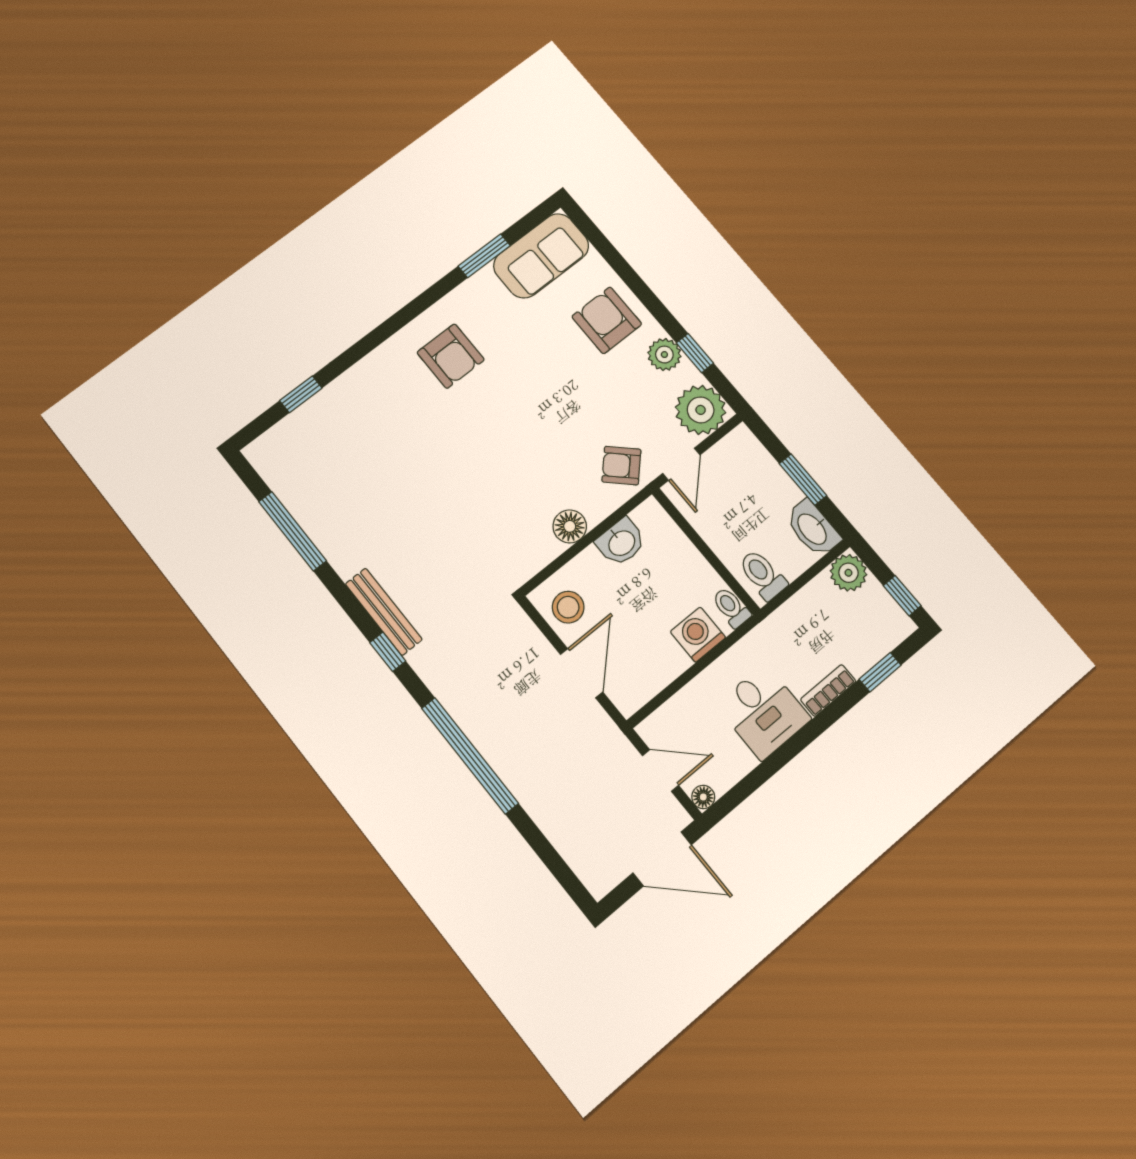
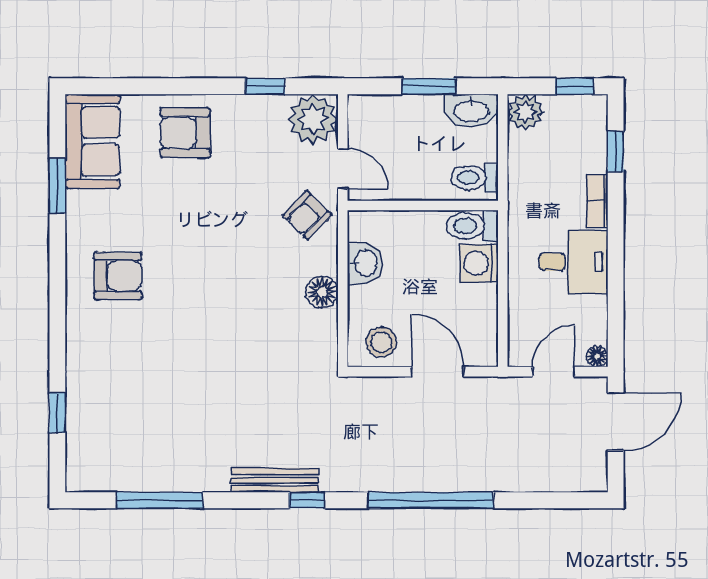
plant: (664, 355) -> (248, 111), removed
toilet: (731, 607) -> (472, 226), width x1.37, depth x1.39

